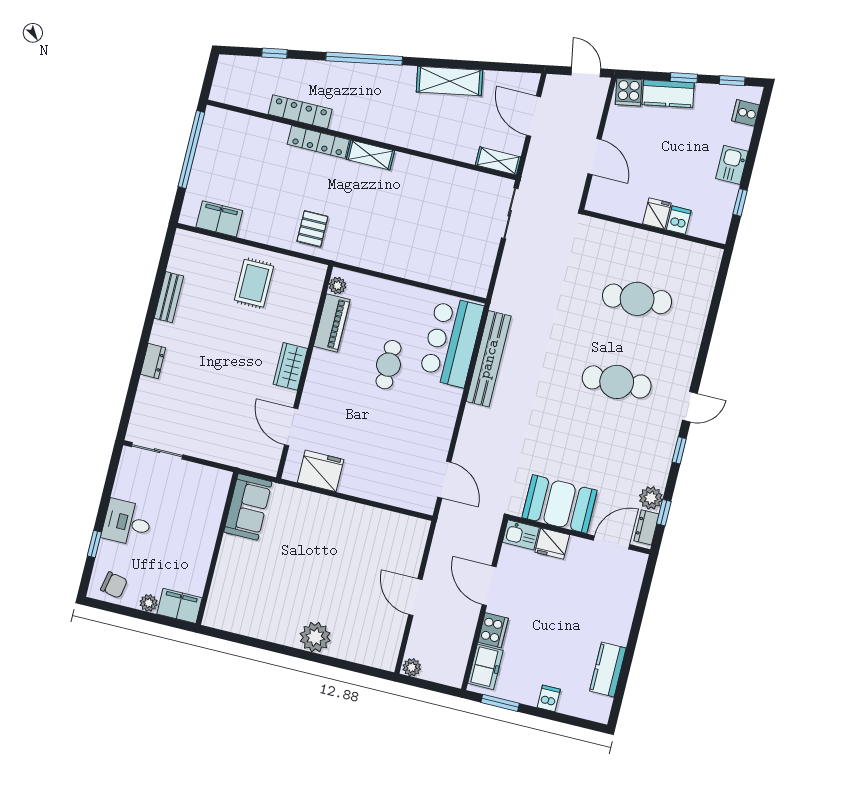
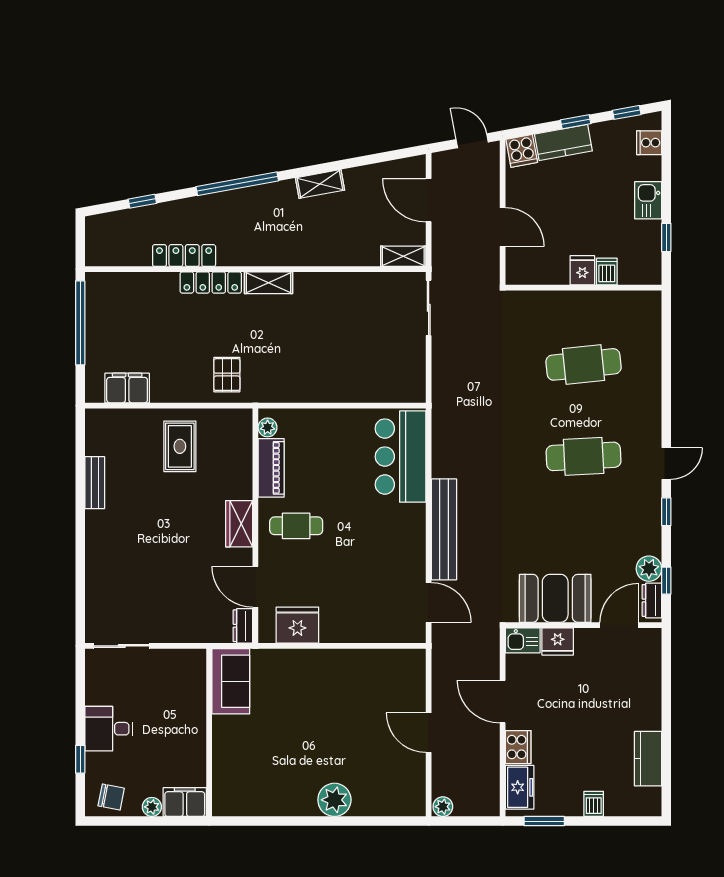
shelving: (450, 81) -> (320, 184), width x0.67, depth x0.75
bench: (489, 359) -> (444, 529), moved
dresser: (153, 361) -> (243, 626), moved, turned 180
cafe table: (388, 365) -> (296, 526), moved, turned 90

